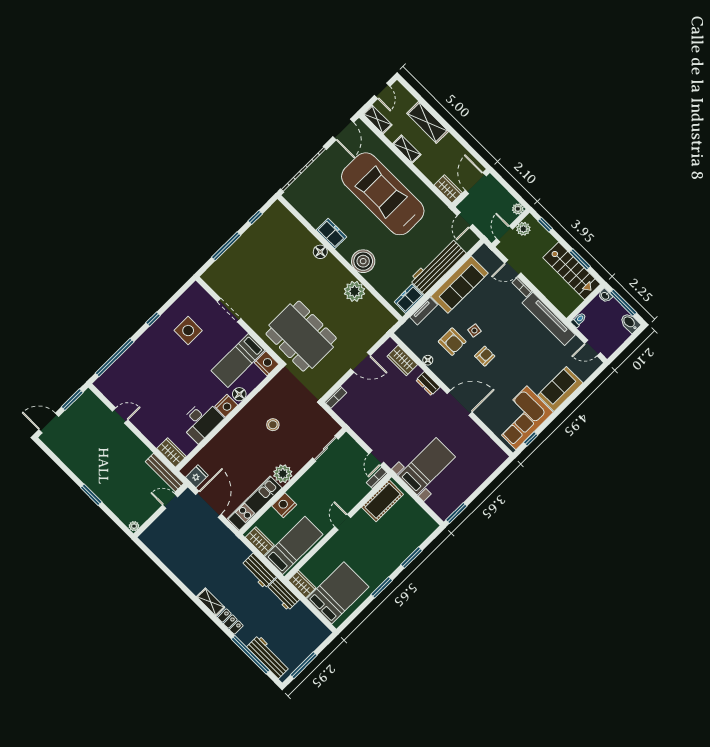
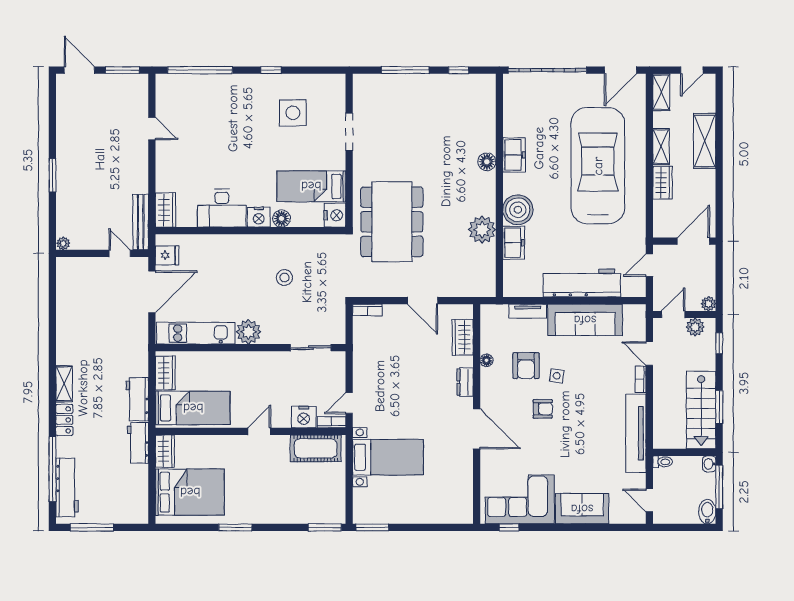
wardrobe: (448, 189) -> (663, 183), moved
freezer: (409, 299) -> (514, 243), moved, turned 90
nightstand: (284, 505) -> (304, 417), moved, turned 180
window: (412, 558) -> (325, 527), moved

